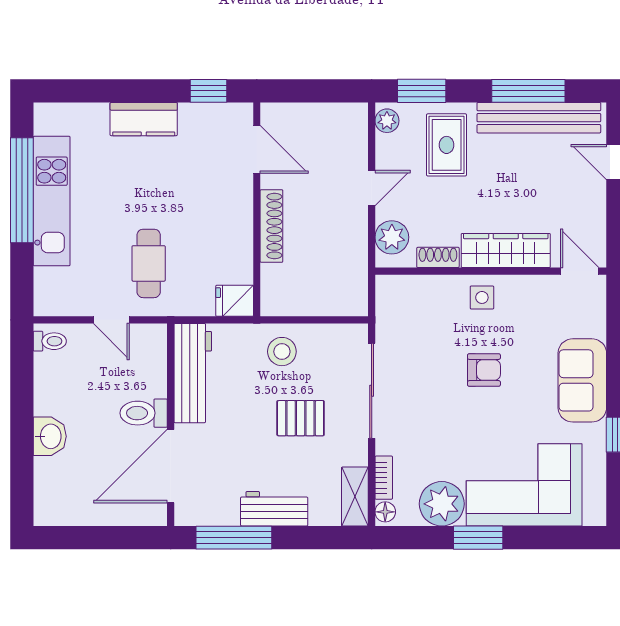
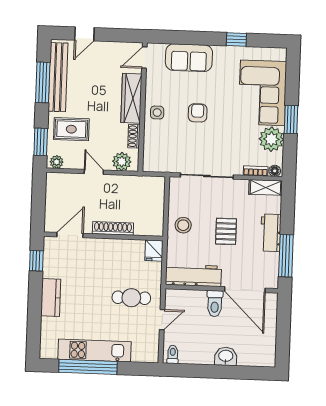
sofa: (582, 380) -> (189, 58), moved
pallet: (301, 418) -> (226, 231), moved

